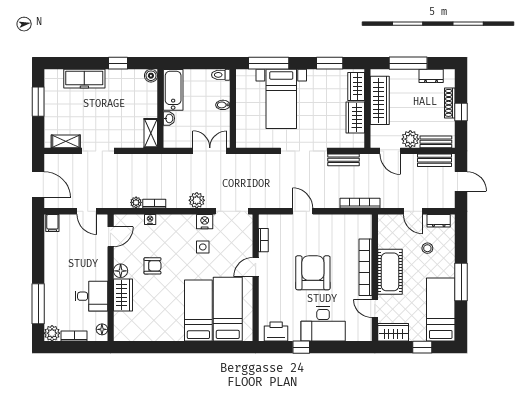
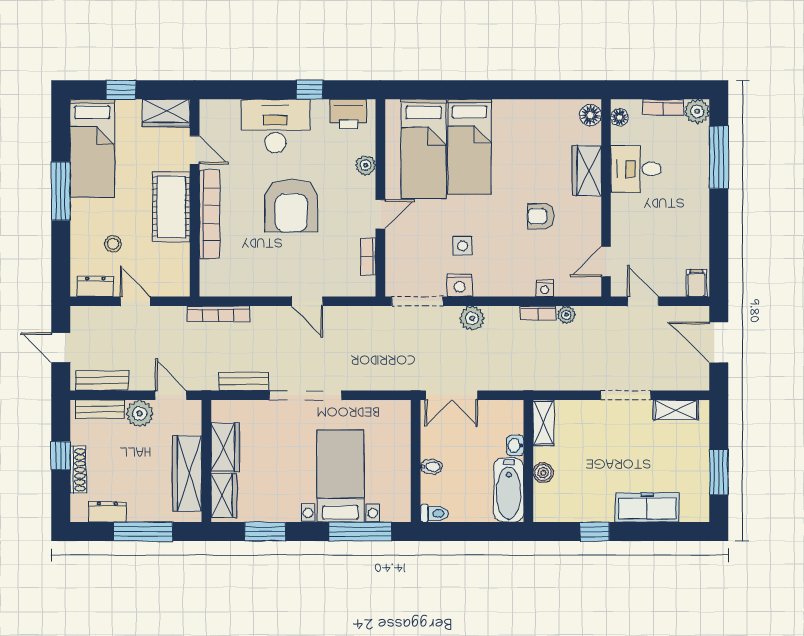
boiler: (151, 76) -> (543, 473), moved
floor lamp: (121, 271) -> (590, 115), moved
plant: (265, 299) -> (366, 165), added

